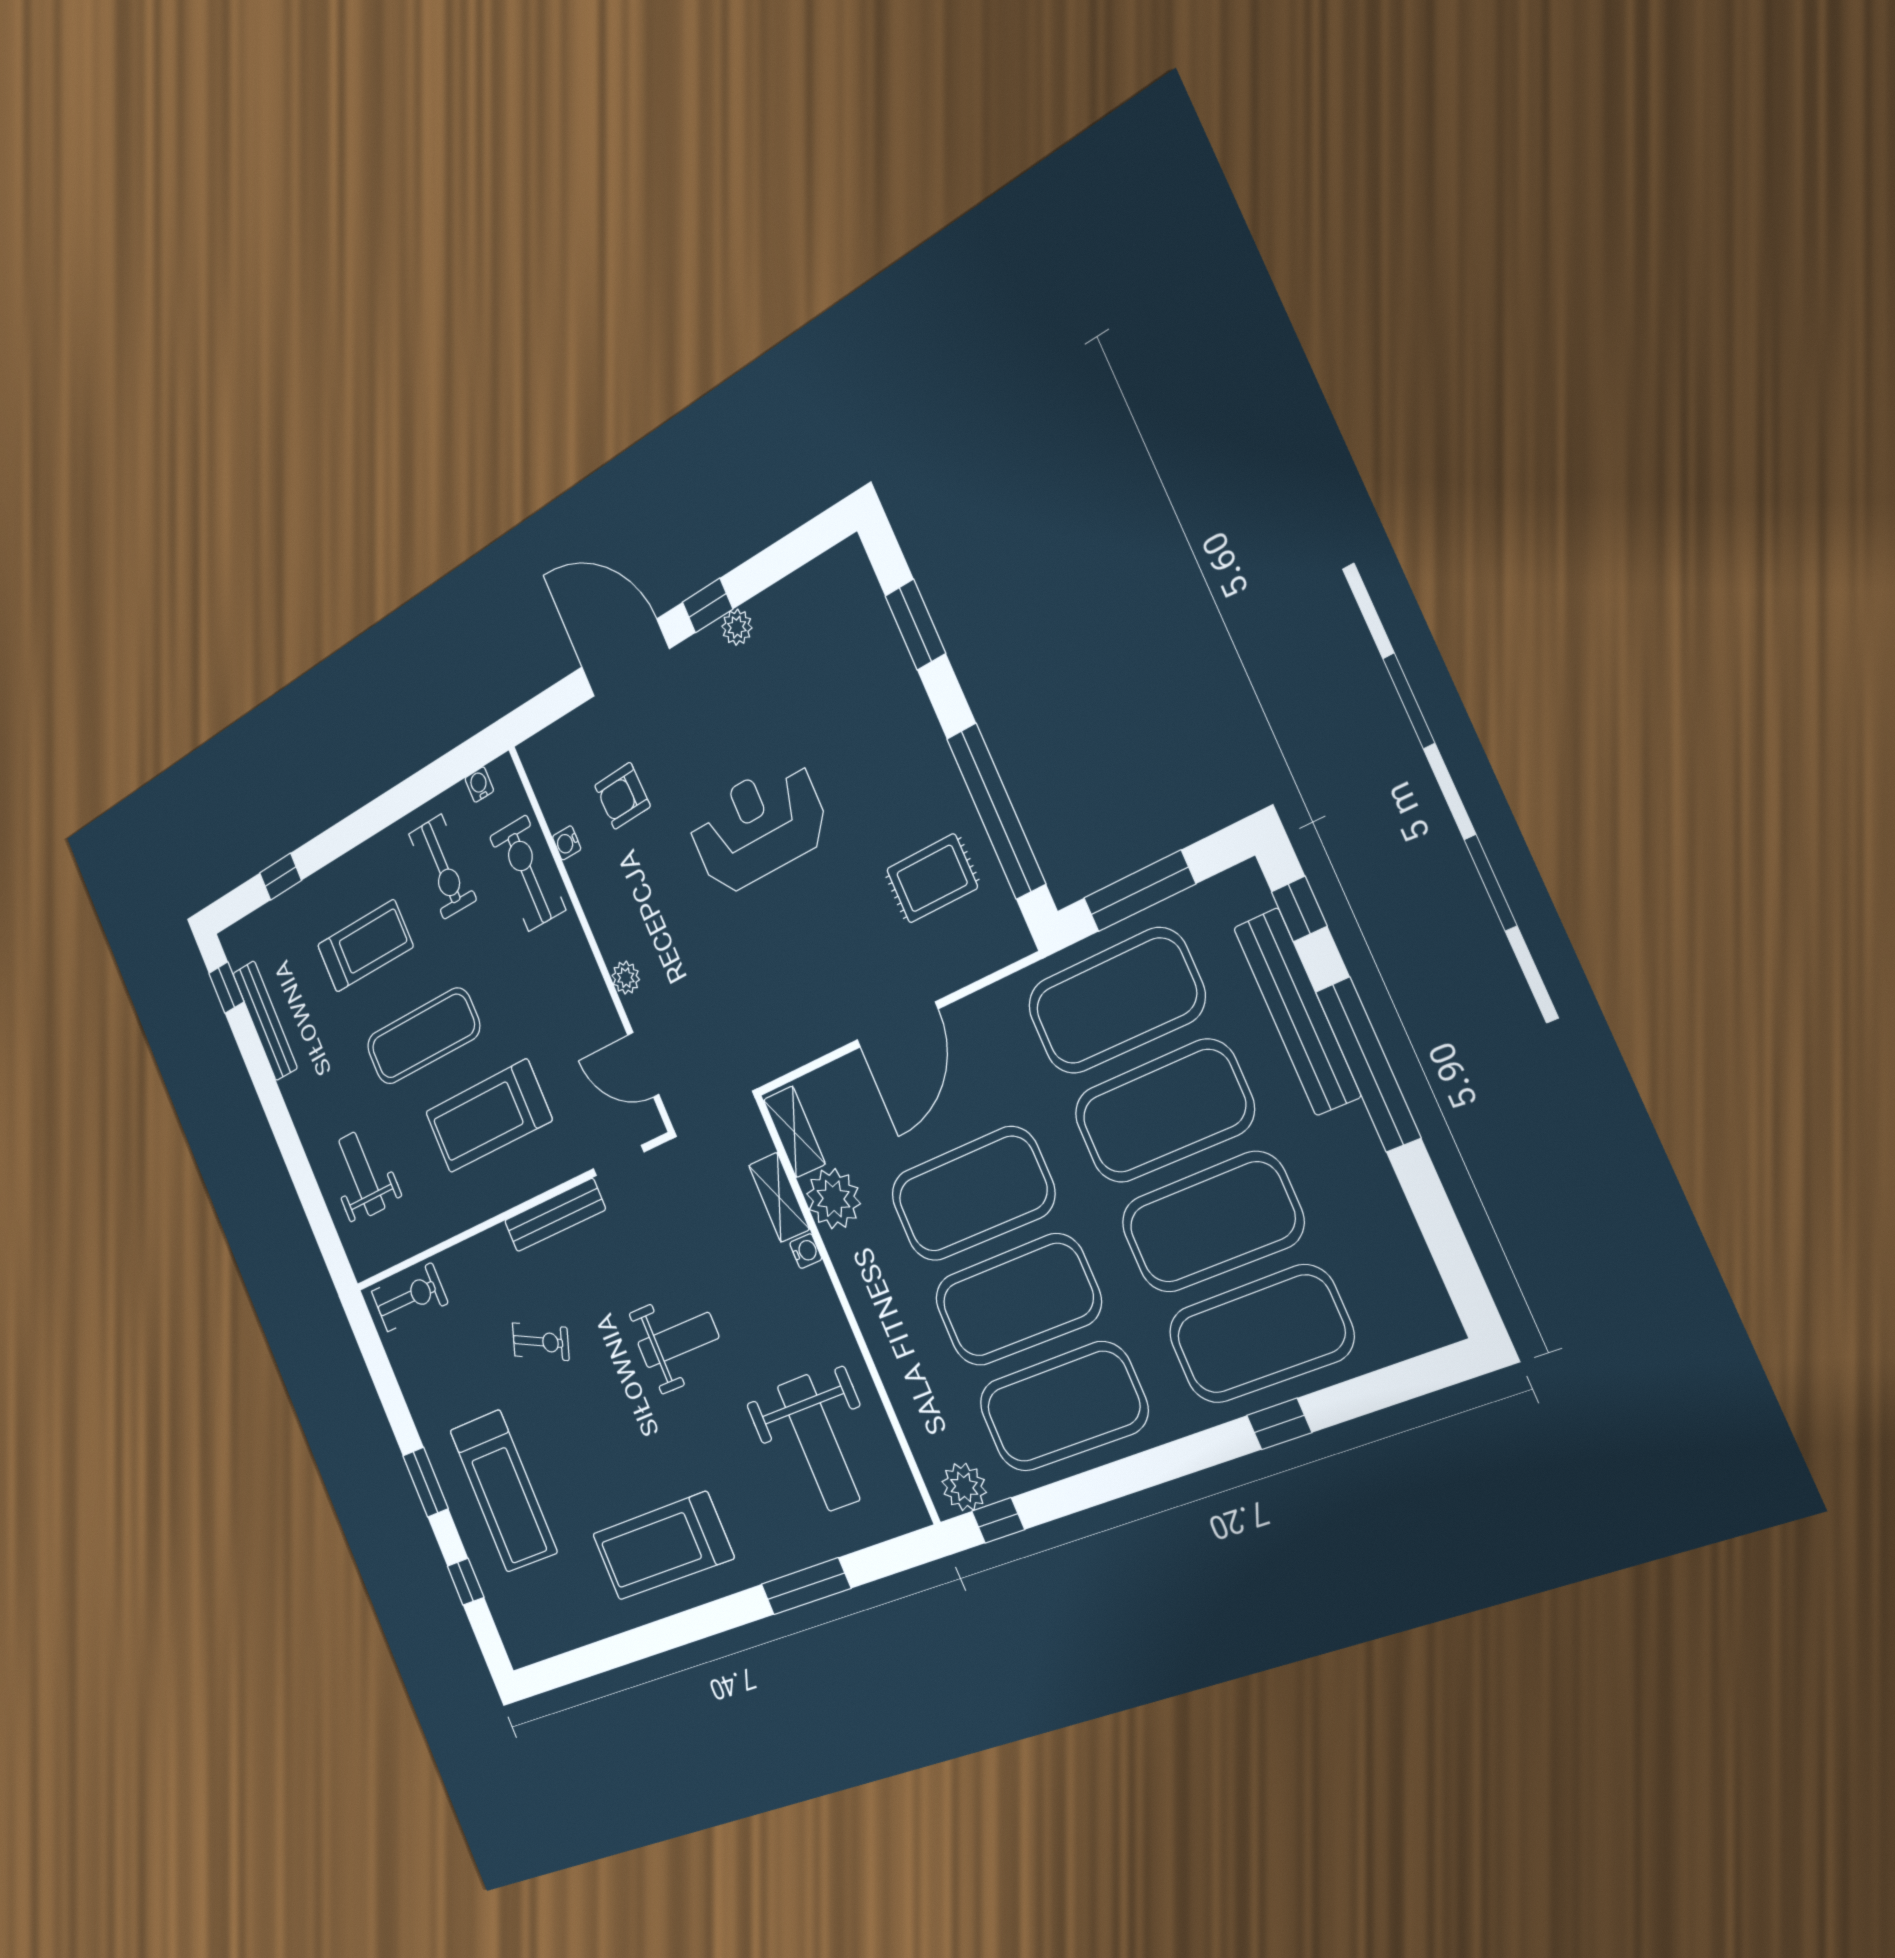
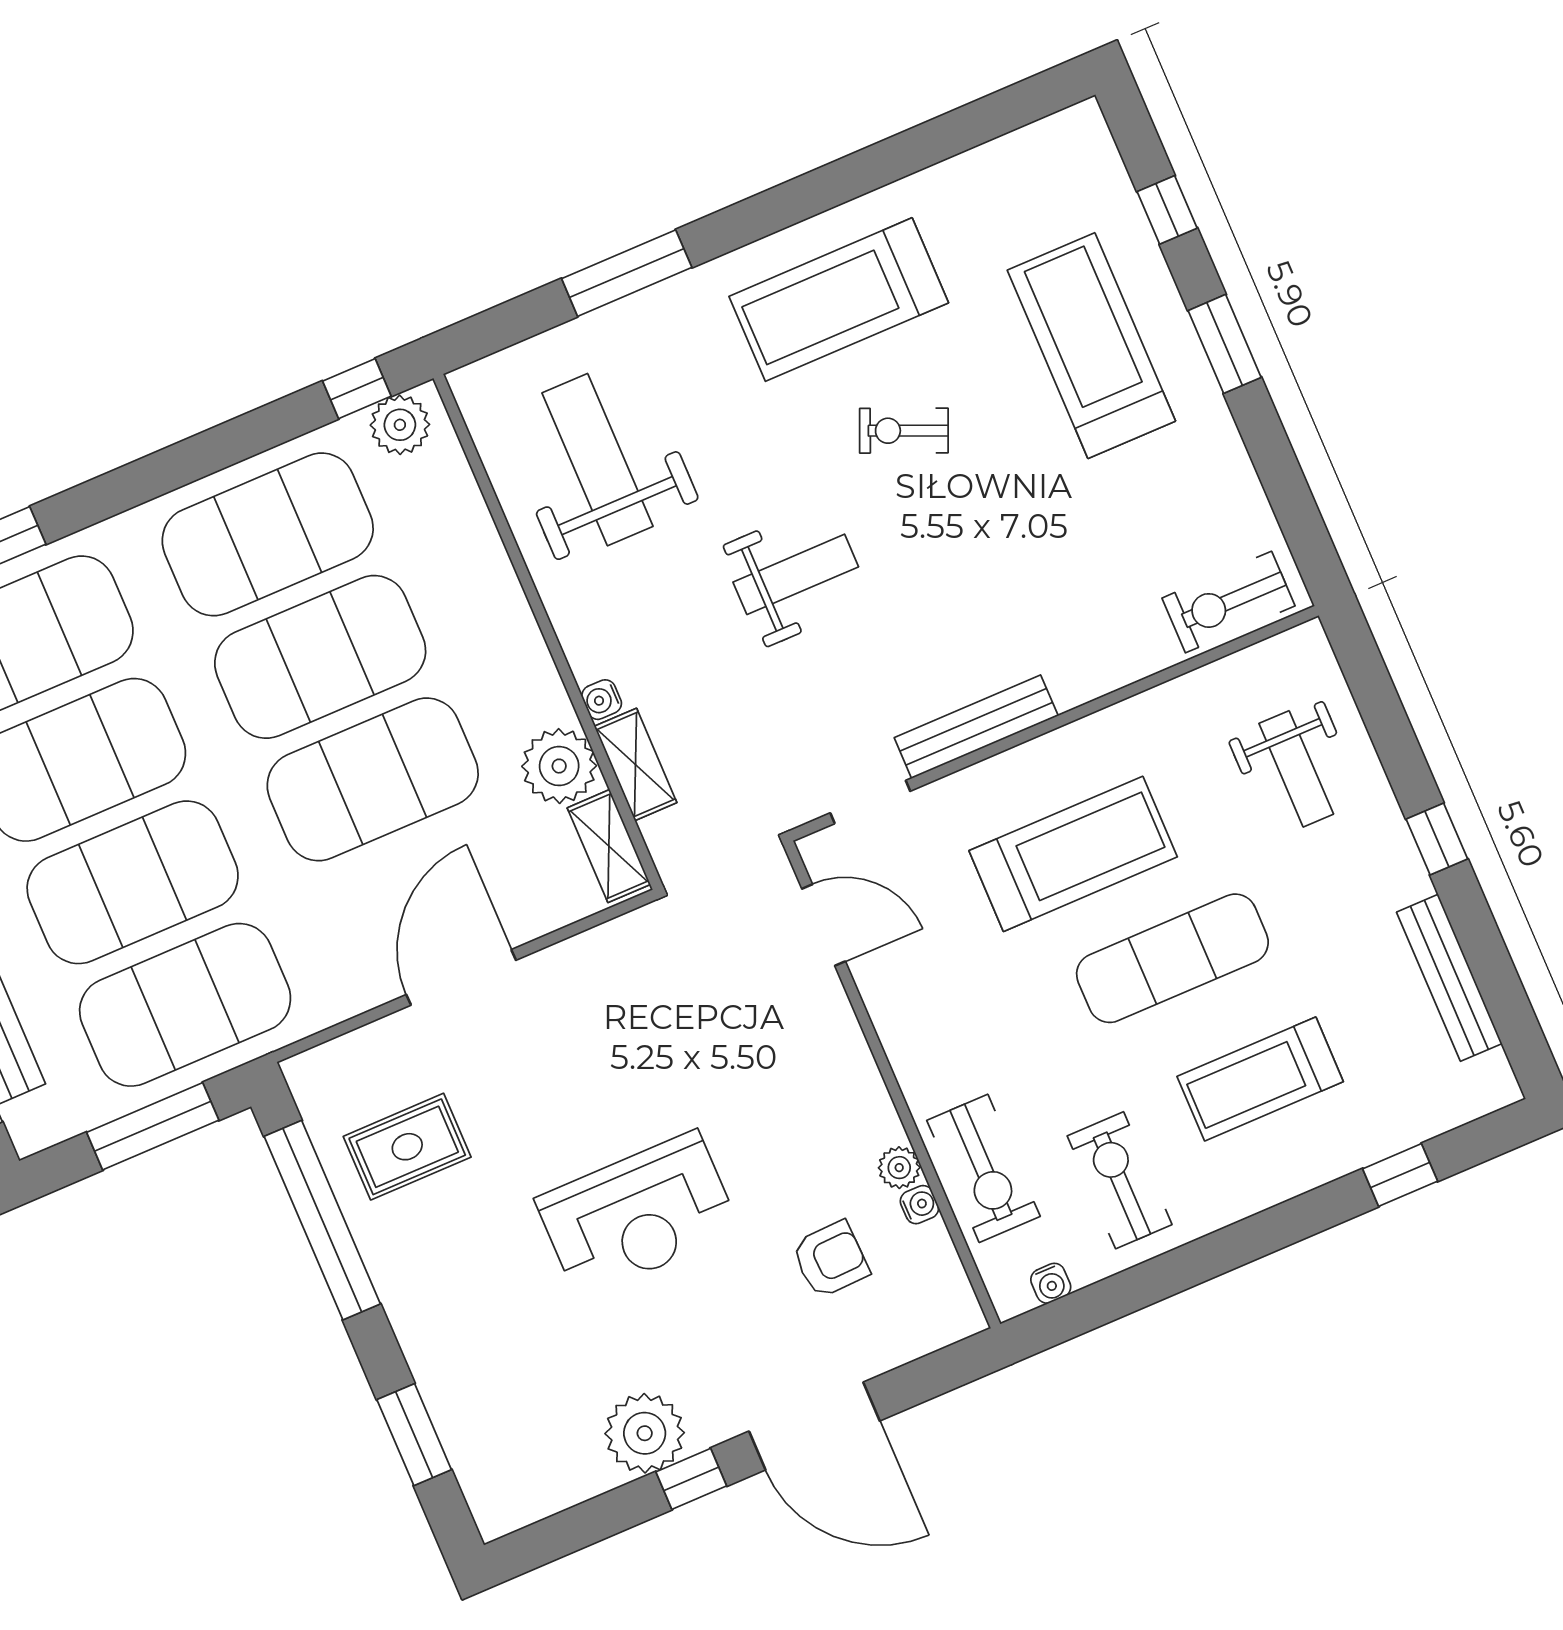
plant: (737, 627) -> (645, 1433), width x1.87, depth x1.87
plant: (626, 978) -> (899, 1168), moved
window: (226, 988) -> (1437, 839), moved
weight bench: (678, 1340) -> (796, 574), turned 180
exercise bike: (541, 1342) -> (904, 431), moved
treadmill: (663, 1546) -> (839, 300), turned 180

